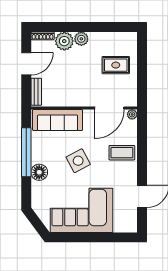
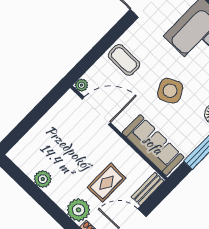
plant: (81, 39) -> (43, 179), moved
rug: (116, 65) -> (107, 183), moved, turned 90

